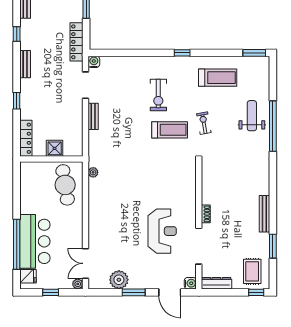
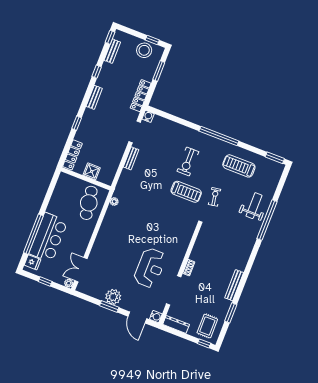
window: (182, 53) -> (219, 136), width x3.17
treadmill: (218, 78) -> (239, 166), turned 180
plant: (119, 280) -> (113, 297), moved

